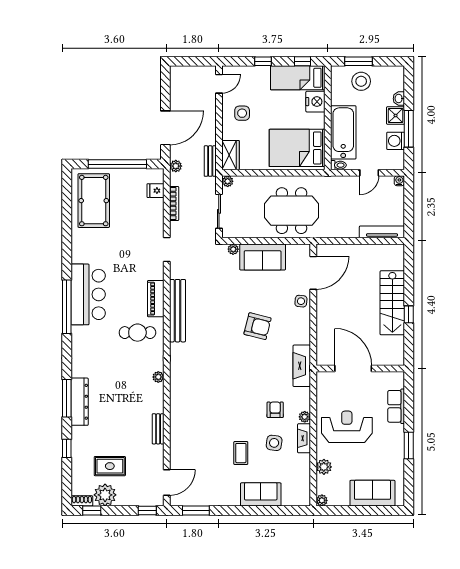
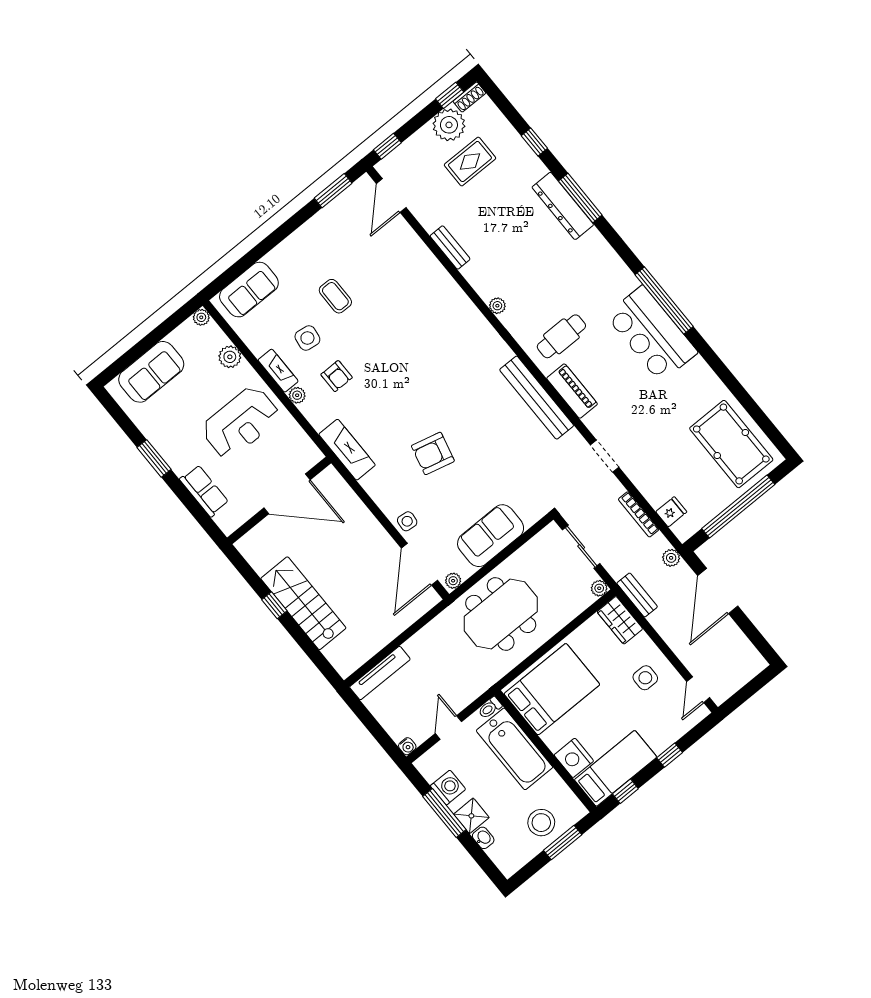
plant: (233, 249) -> (453, 581), moved
sofa: (261, 494) -> (249, 290), moved

